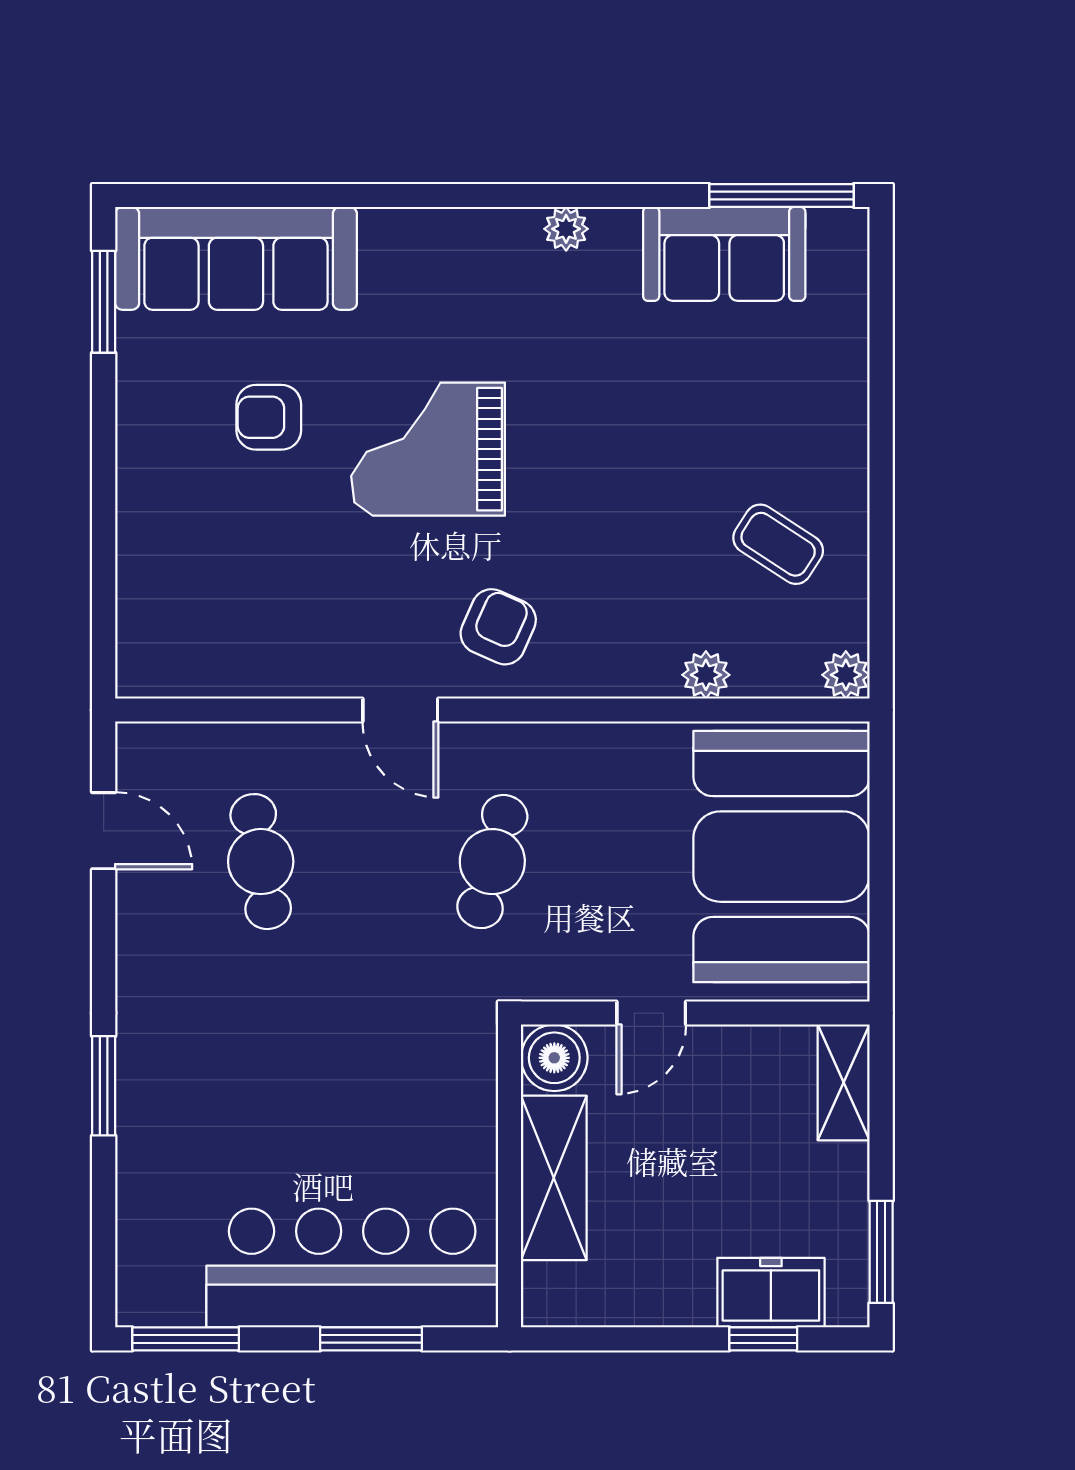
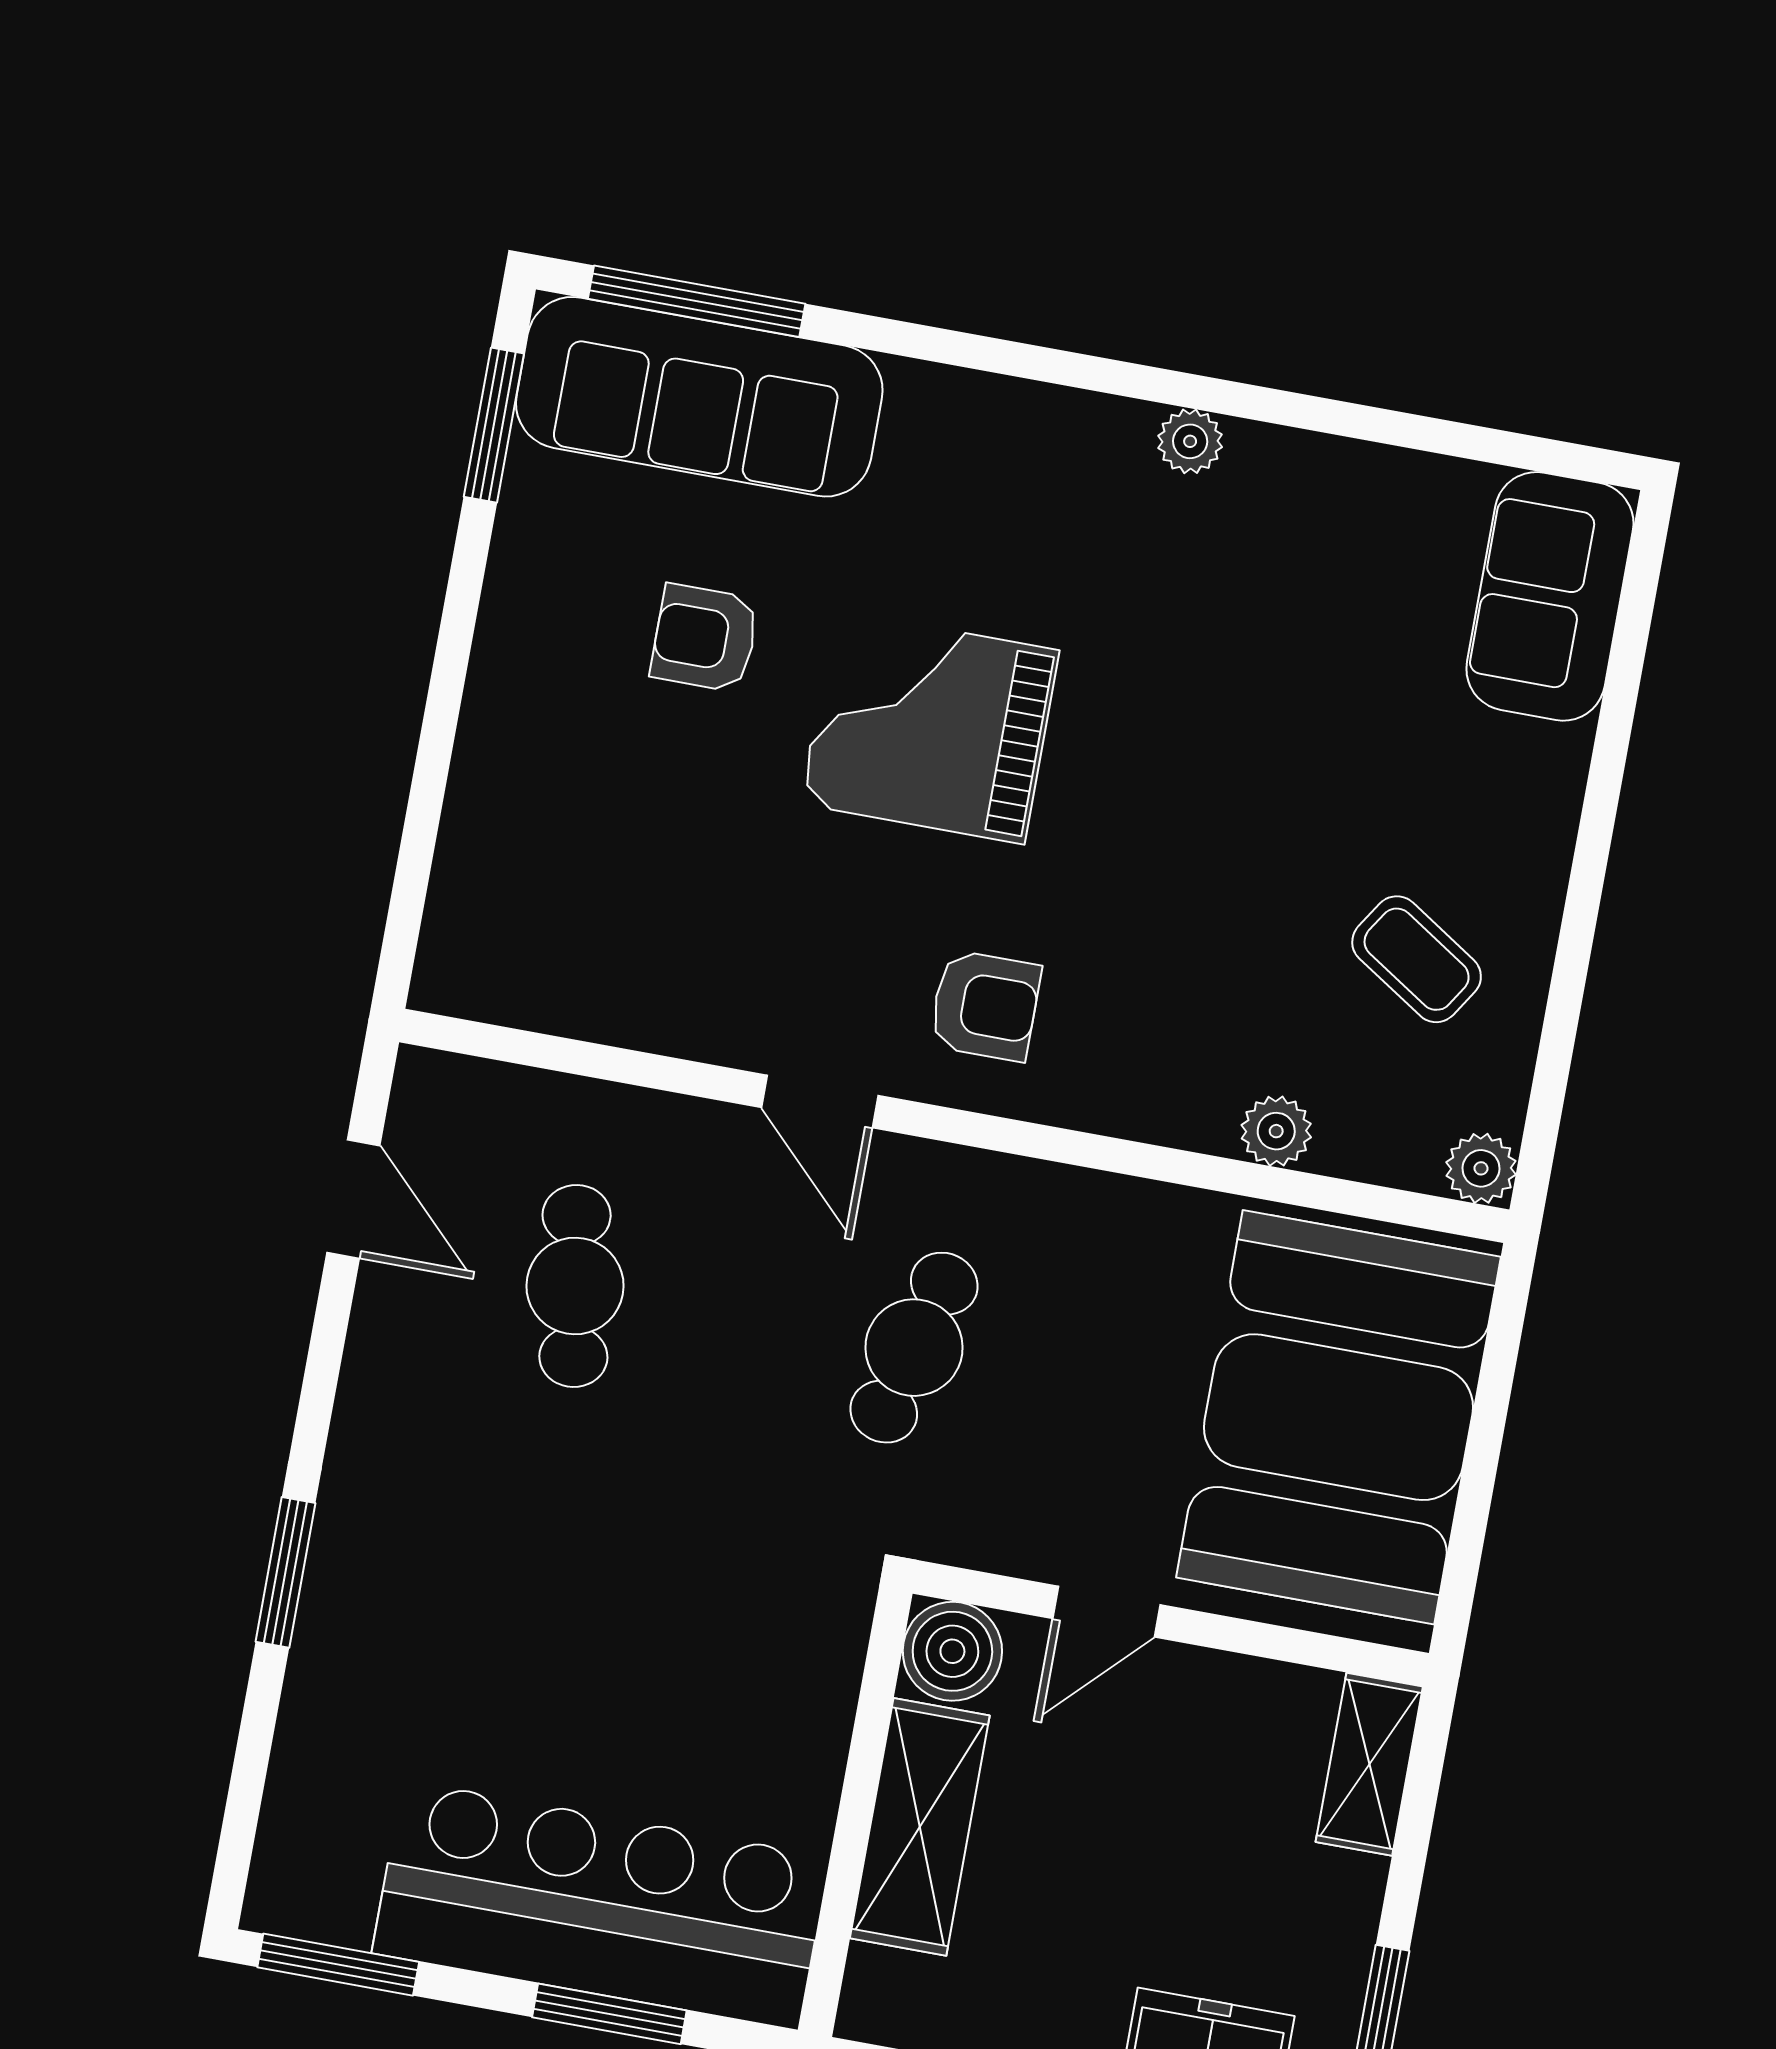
window: (781, 196) -> (697, 301), moved
sofa: (724, 254) -> (1550, 596), moved, turned 90
armchair: (498, 627) -> (985, 1006), turned 66

